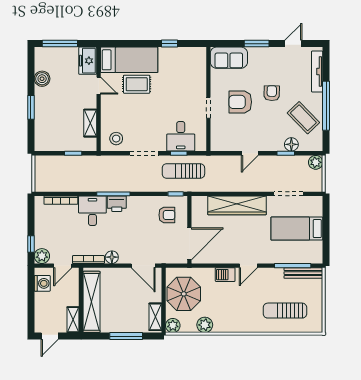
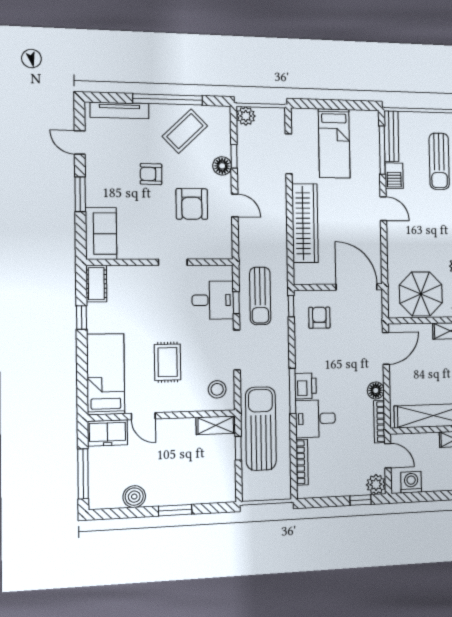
cot: (193, 54) -> (96, 284), added
rug: (137, 84) -> (168, 362), moved
door: (99, 86) -> (143, 416), swing flipped
armchair: (240, 102) -> (192, 204), moved
shelving: (90, 123) -> (216, 425), moved
floor lamp: (291, 144) -> (222, 166), moved
sun lounger: (87, 170) -> (261, 429), added
barbecue: (225, 275) -> (394, 176), moved

